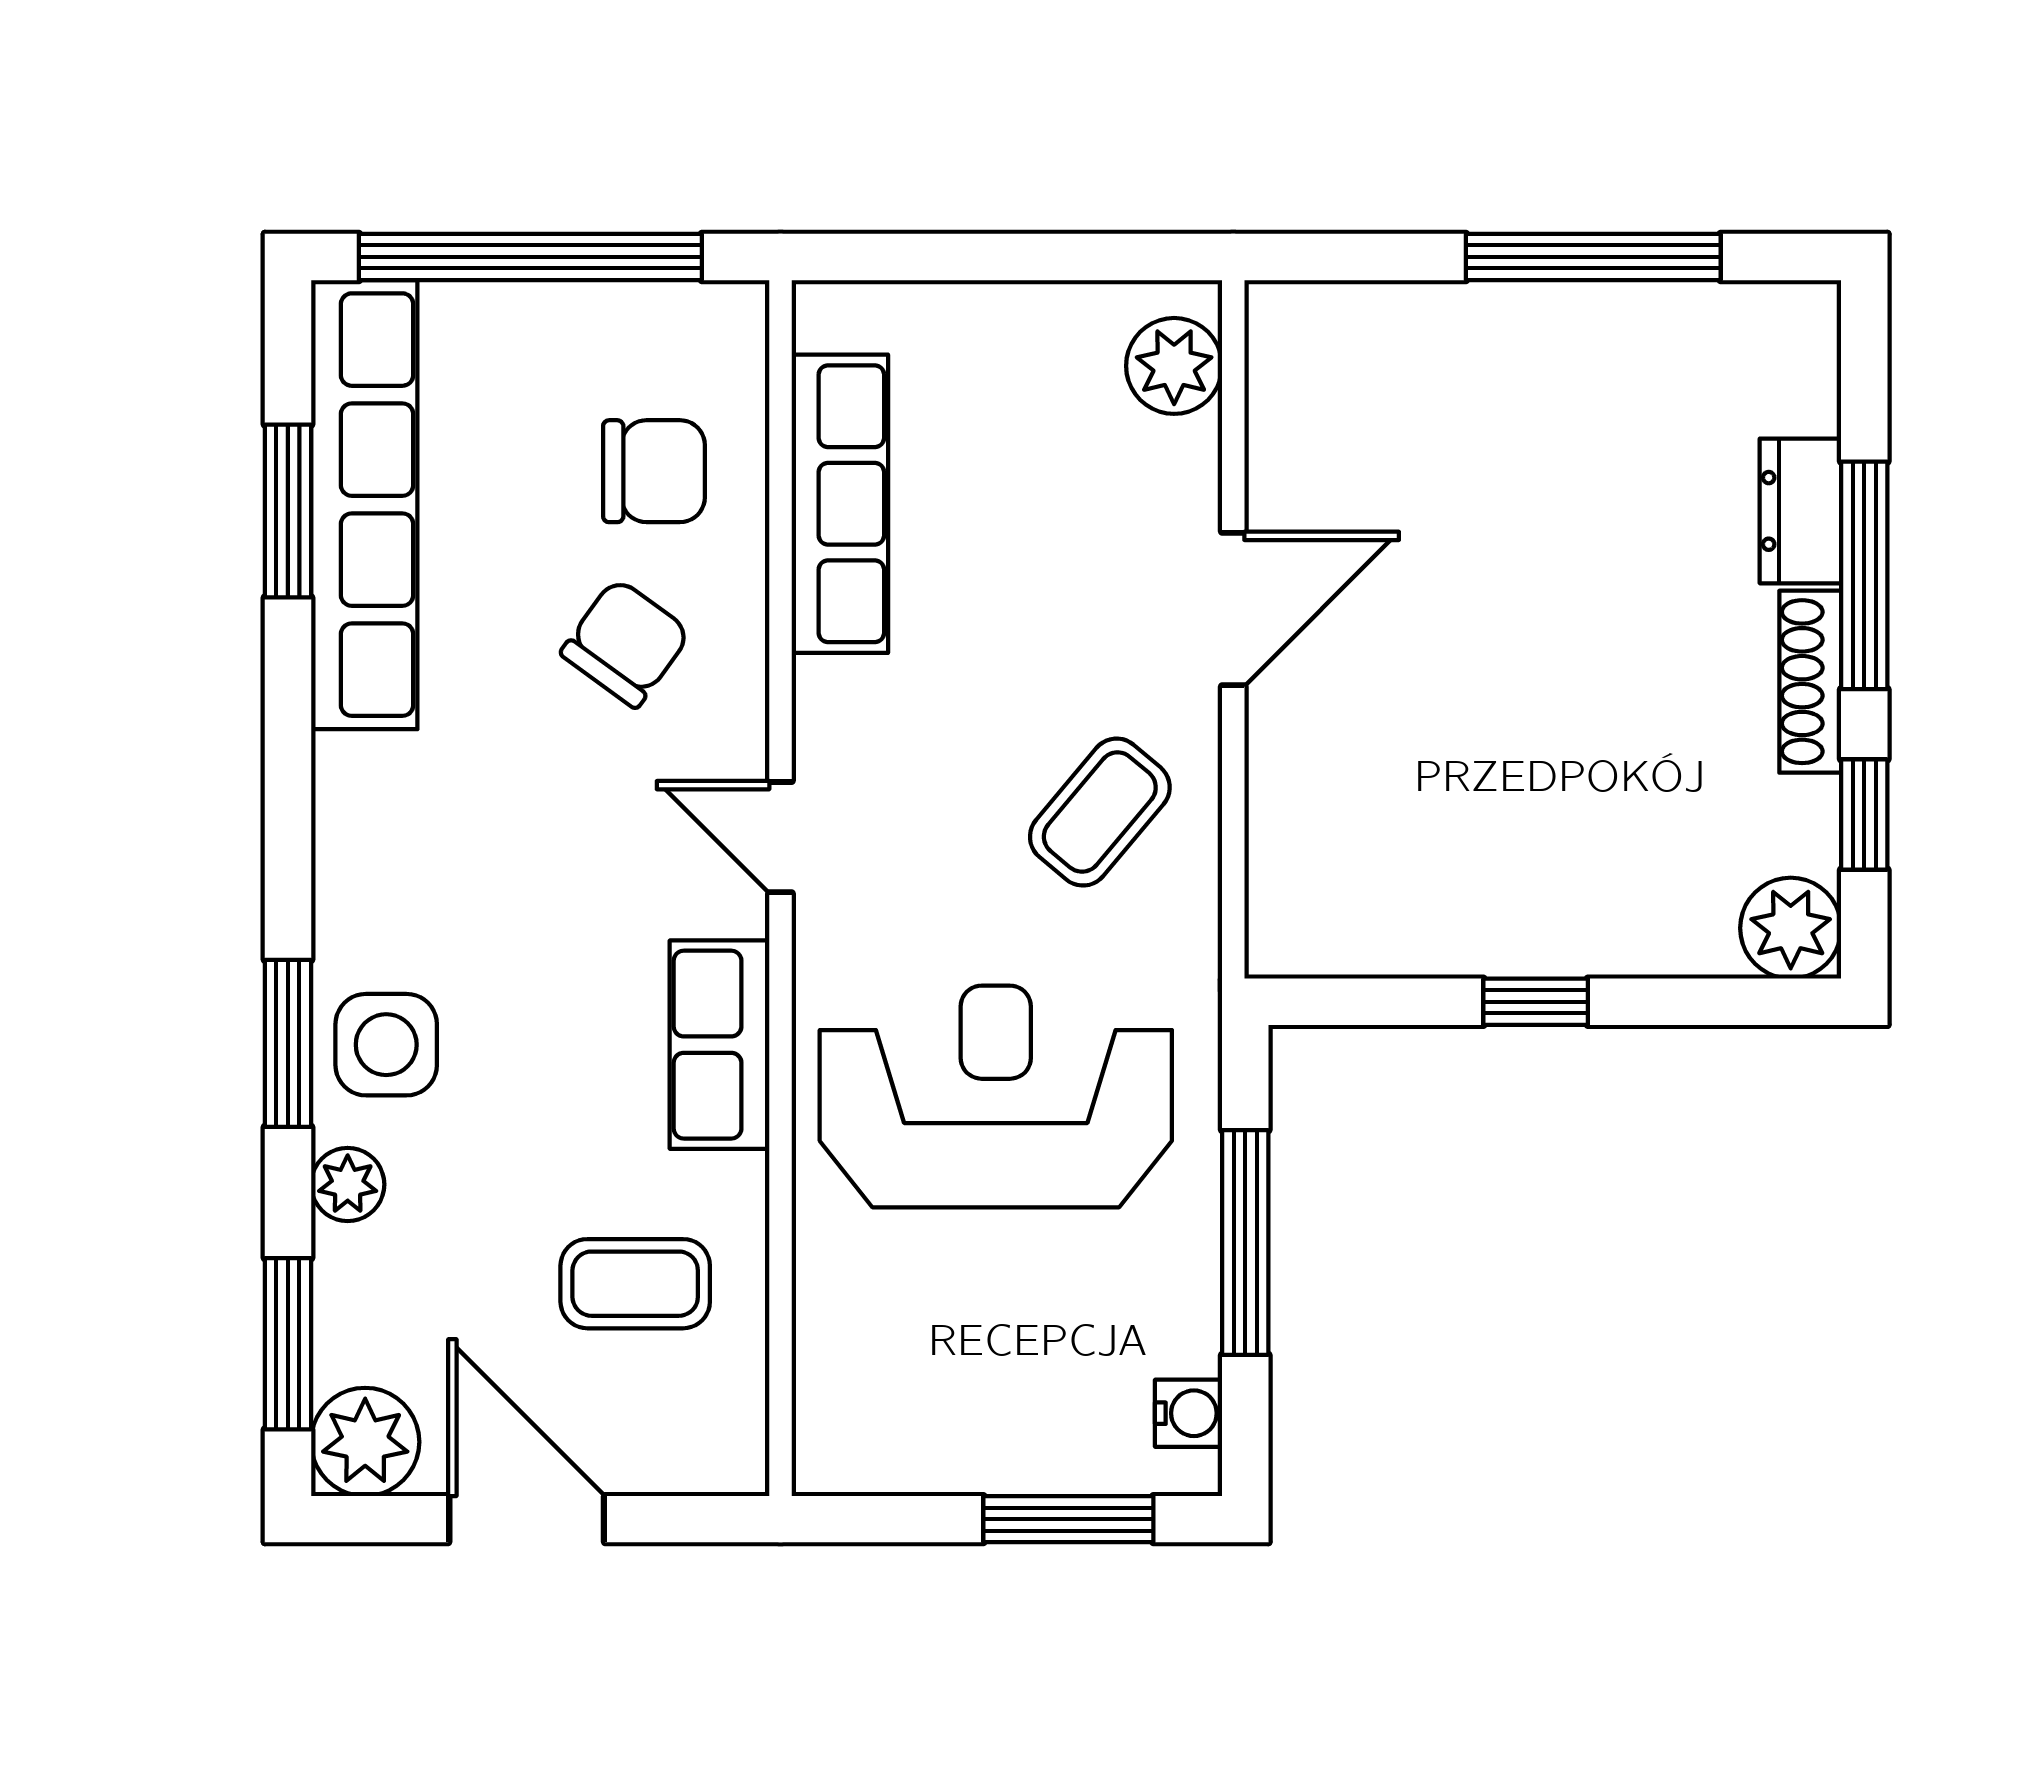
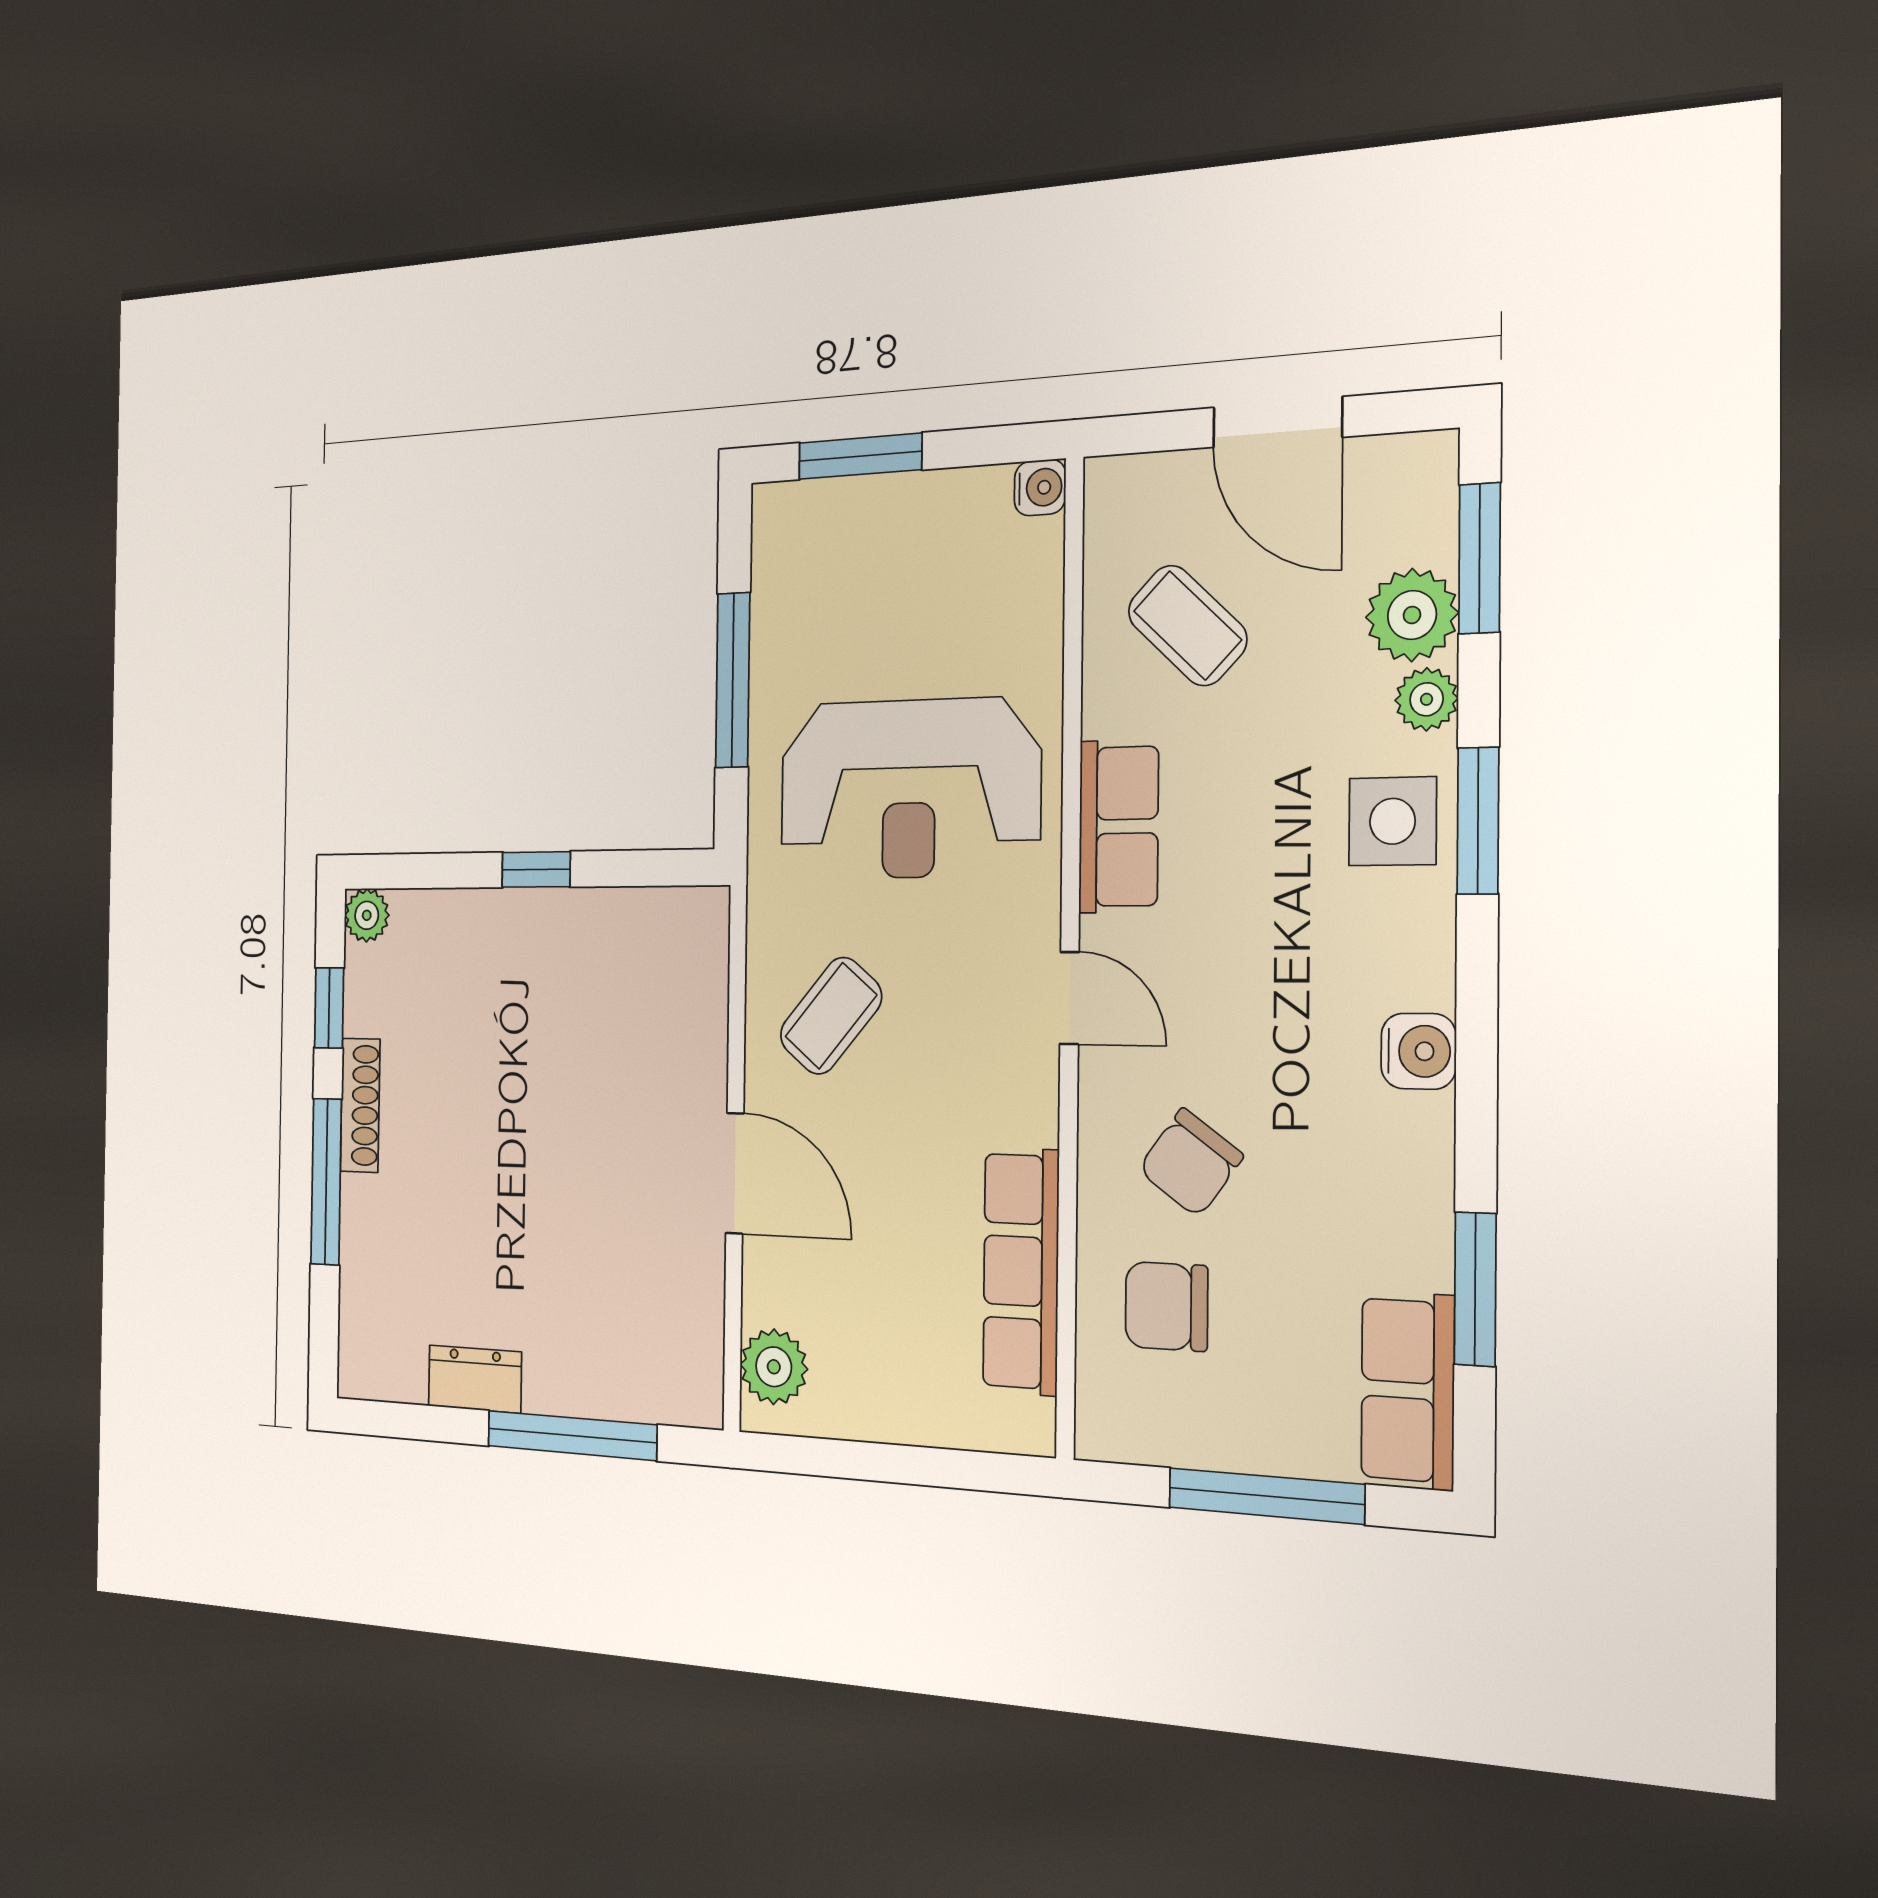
window: (530, 257) -> (1266, 1496), width x0.68
window: (1593, 257) -> (572, 1435), moved
row of seats: (364, 505) -> (1408, 1390), width x0.50
dresser: (1800, 511) -> (475, 1379), moved, turned -90
door: (1233, 609) -> (735, 1173), swing flipped
water cooler: (354, 780) -> (1419, 1051), added
plant: (1791, 928) -> (367, 915), width x0.73, depth x0.73
coffee table: (635, 1284) -> (1187, 625), turned 44
water cooler: (1189, 1413) -> (1040, 488), moved, turned 180
plant: (365, 1442) -> (1412, 615), moved

